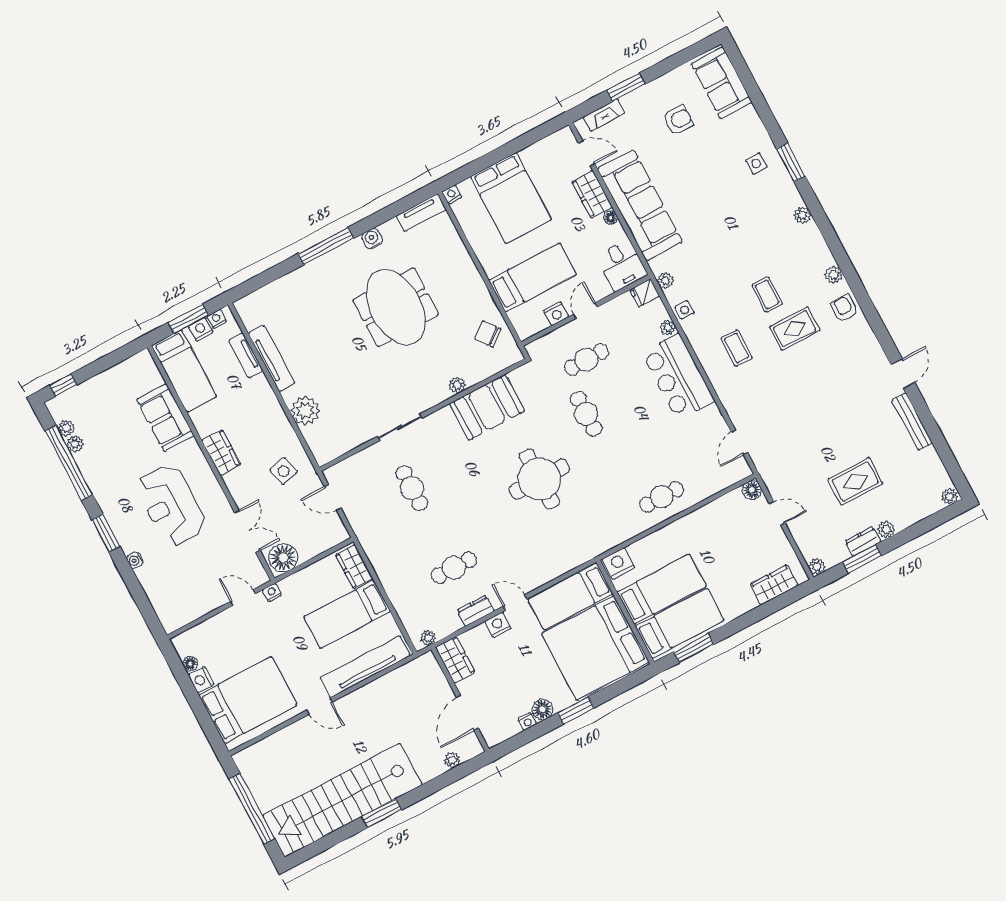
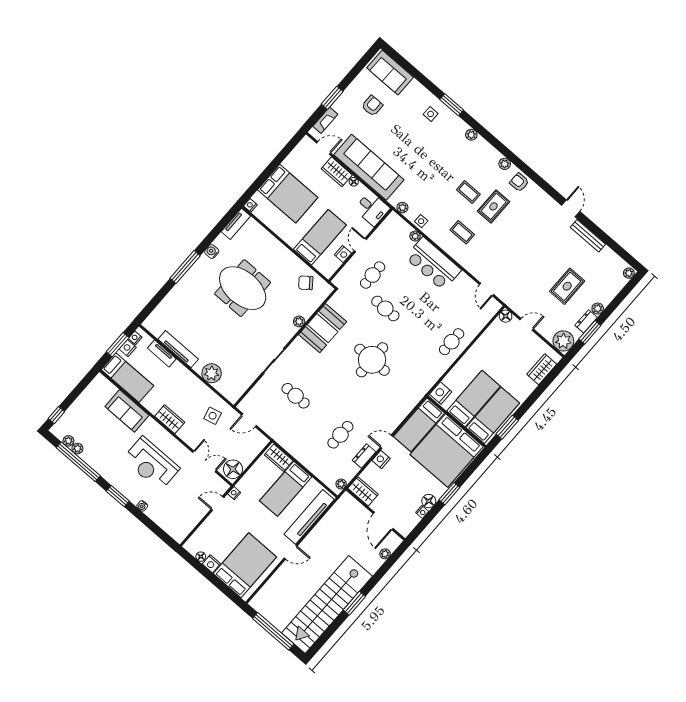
fridge: (645, 293) -> (393, 220), removed
plant: (817, 567) -> (563, 341), width x1.88, depth x1.88

